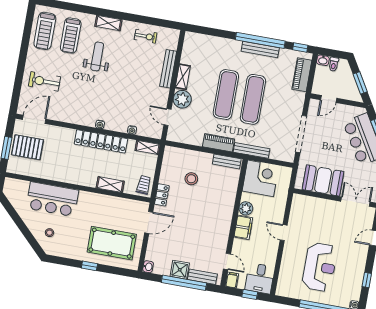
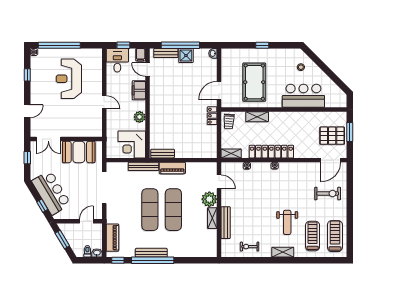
stool: (191, 179) -> (190, 134), removed
filing cabinet: (243, 227) -> (139, 90), moved
pool table: (112, 243) -> (254, 82), moved, turned 90

